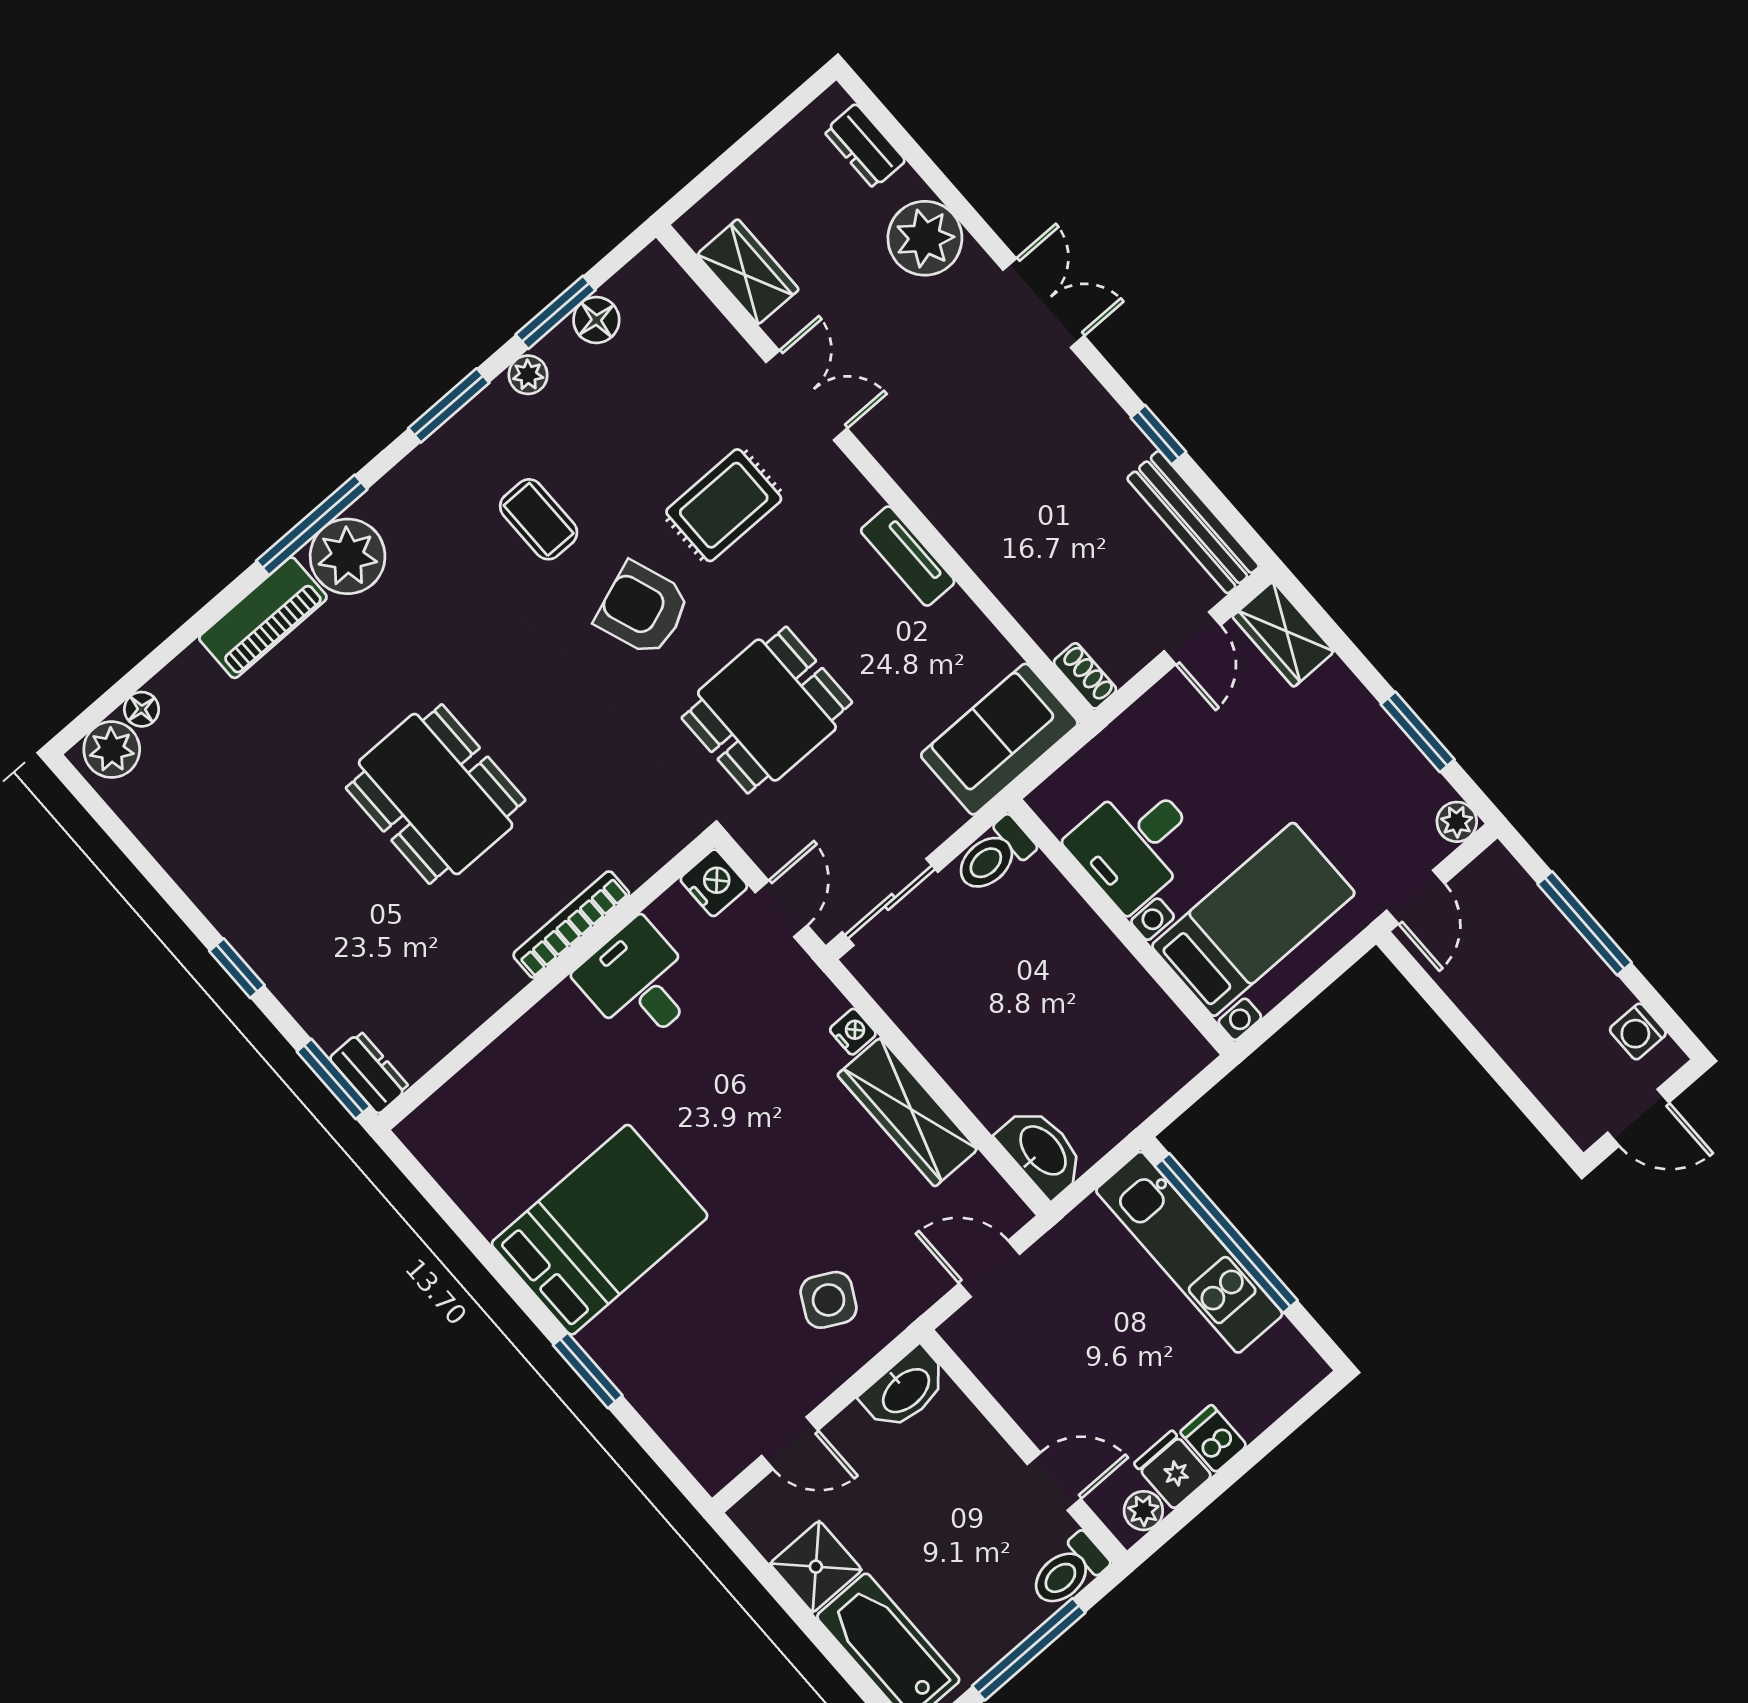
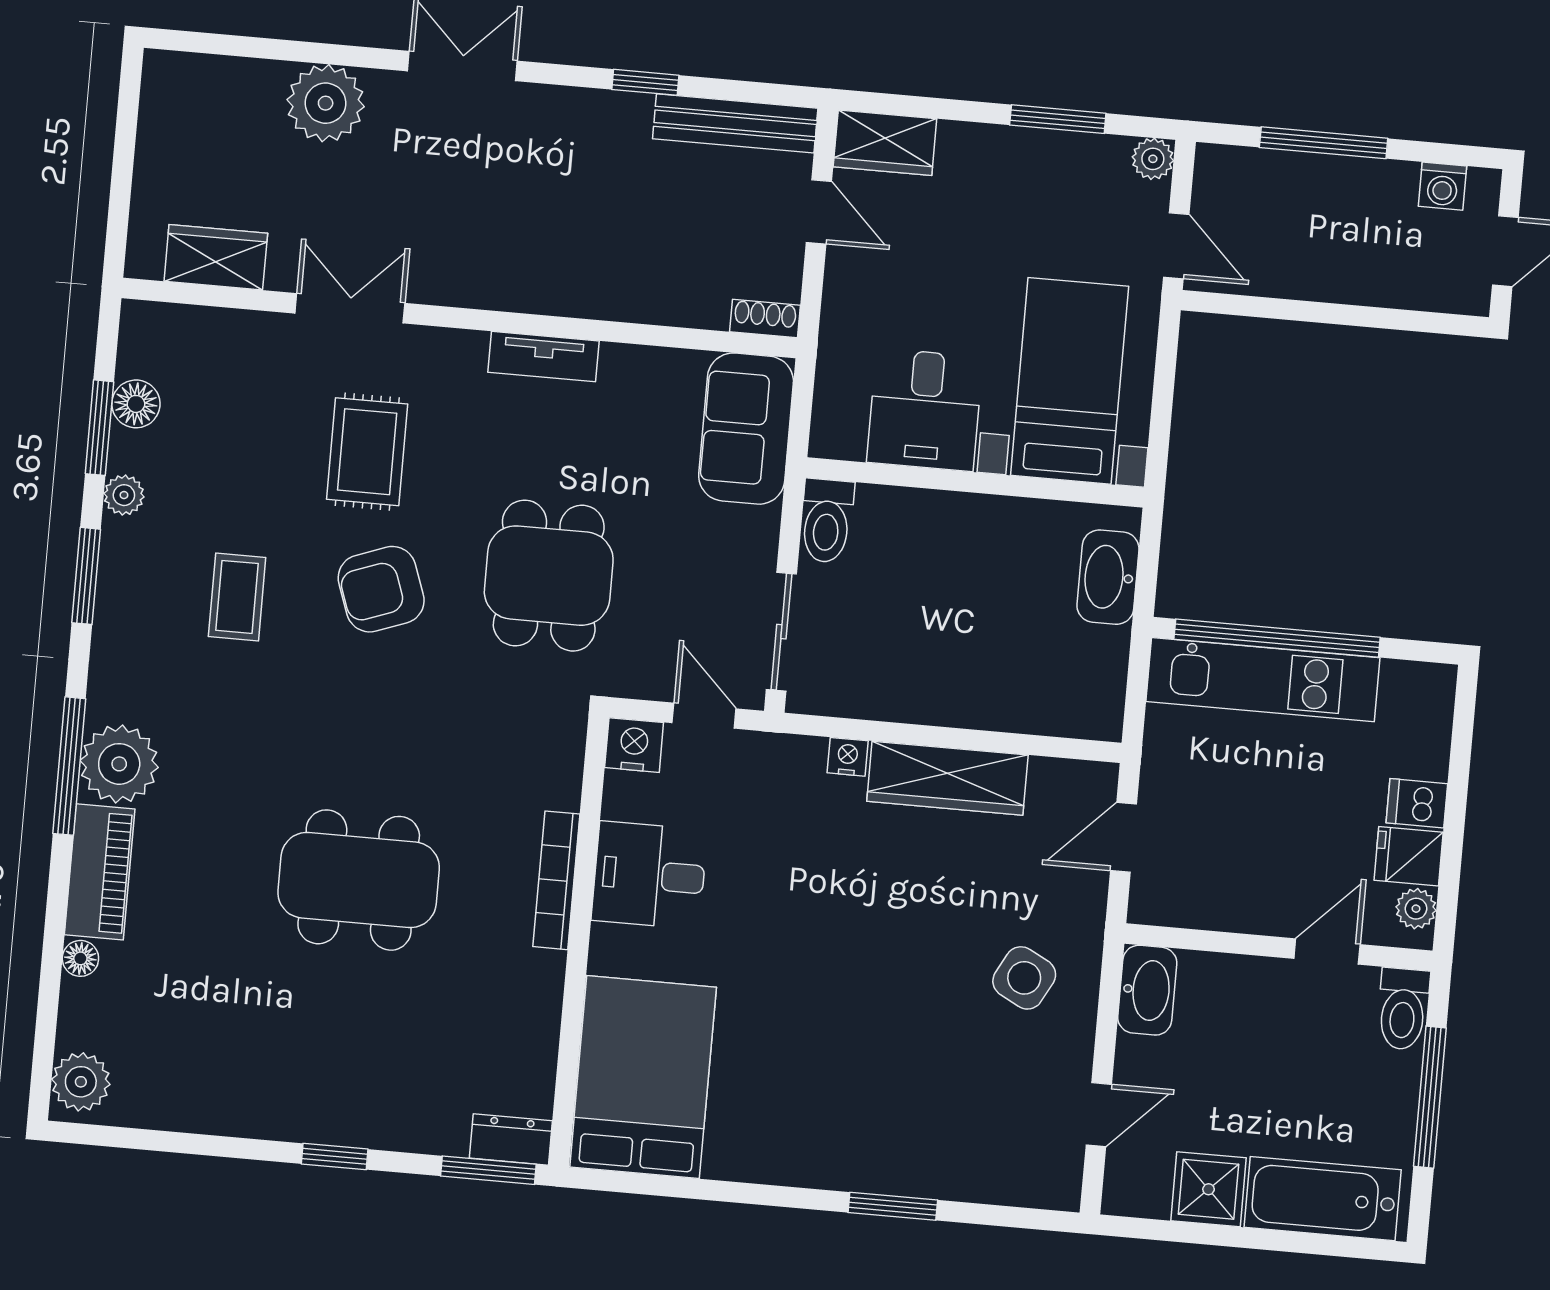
dresser: (865, 146) -> (213, 77), removed
coffee table: (539, 519) -> (237, 597), turned 90
floor lamp: (142, 709) -> (80, 958), moved
washbasin: (1042, 1151) -> (1108, 577), moved, turned -90
bed: (600, 1230) -> (643, 1077), moved

